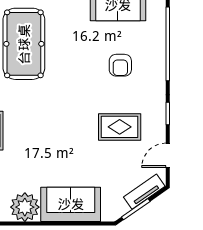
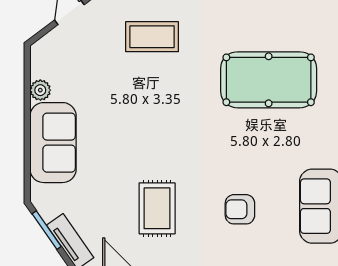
plant: (25, 207) -> (40, 90), width x0.53, depth x0.53

